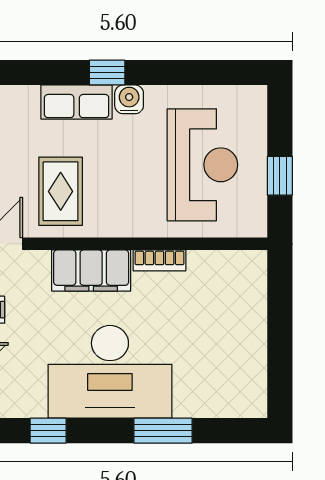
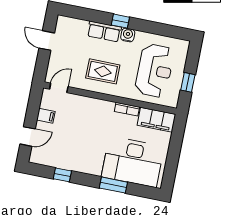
rug: (61, 191) -> (103, 71), moved, turned 90
filing cabinet: (91, 270) -> (156, 120), moved
desk: (110, 372) -> (133, 162), moved

